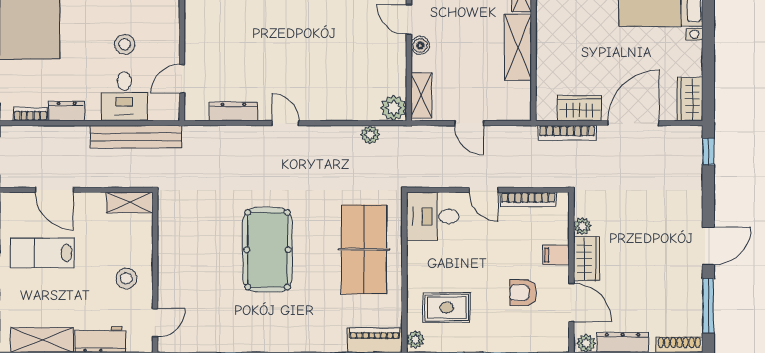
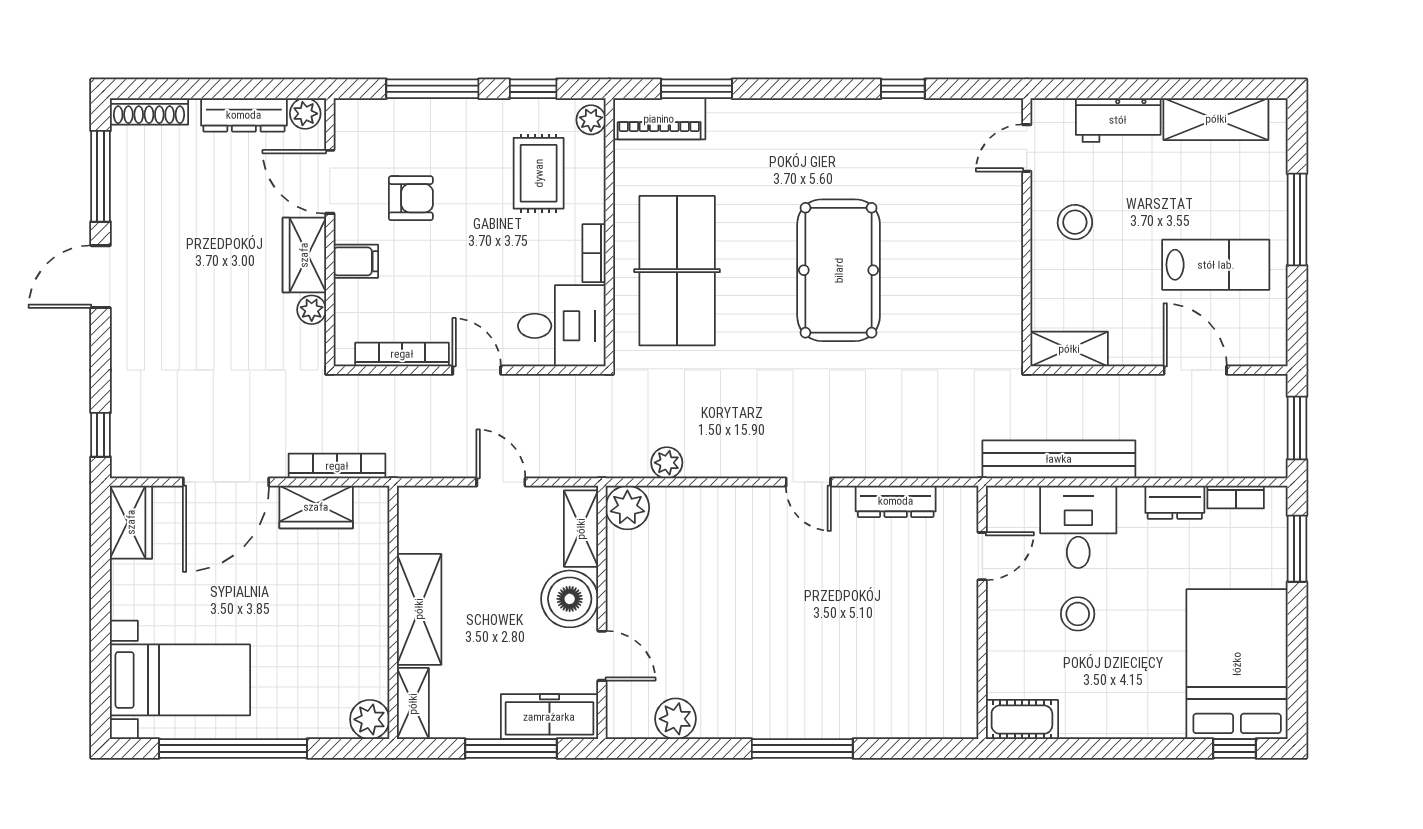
boiler: (420, 45) -> (570, 599), width x1.86, depth x1.86
bookcase: (414, 260) -> (594, 253), added
rug: (447, 308) -> (539, 173), turned 90

